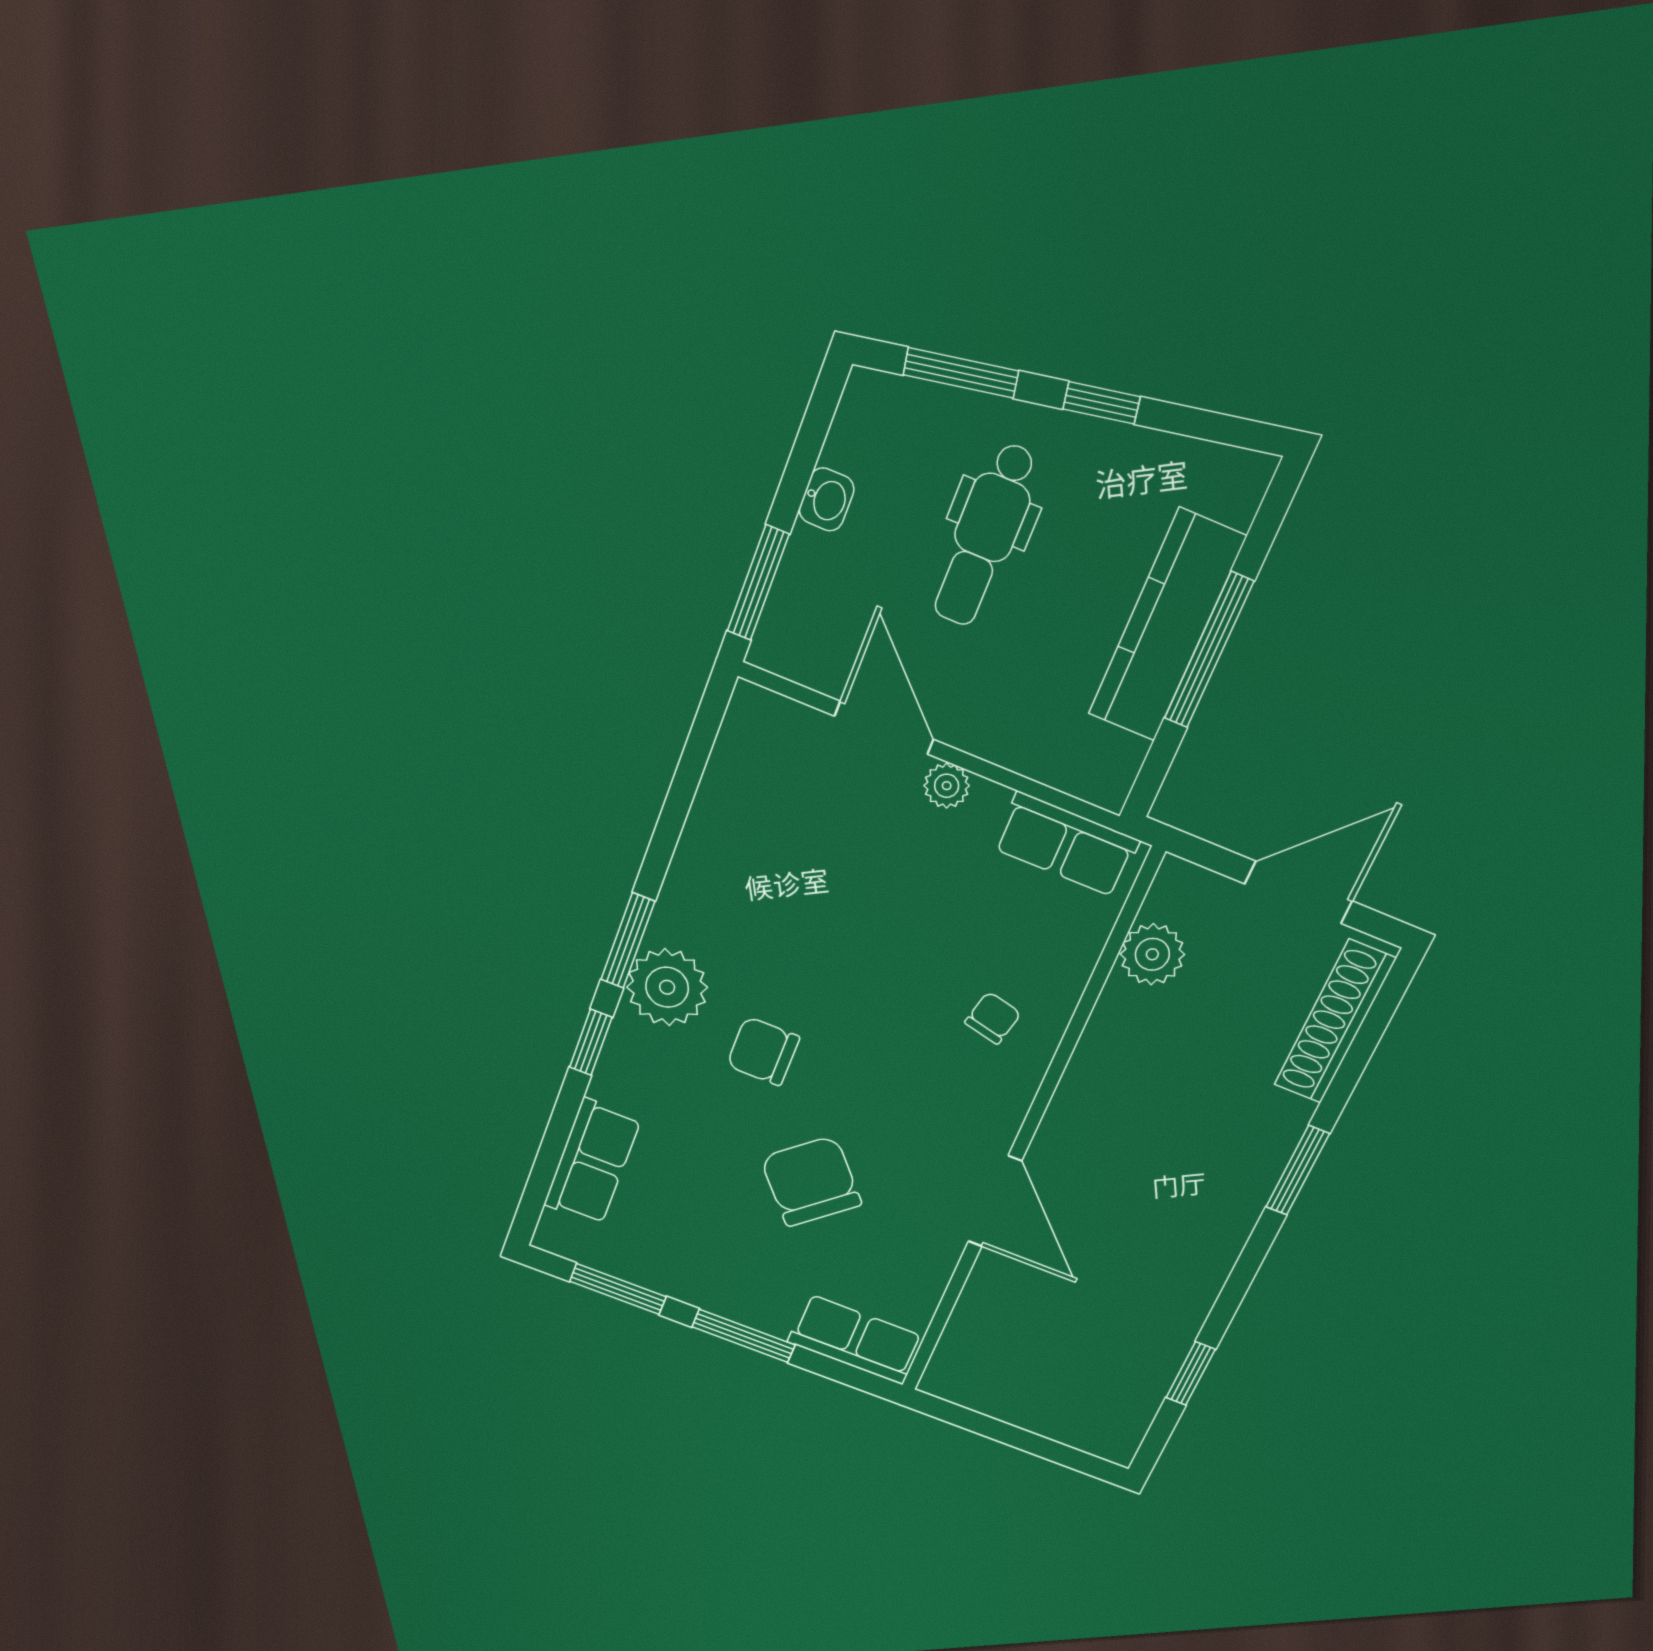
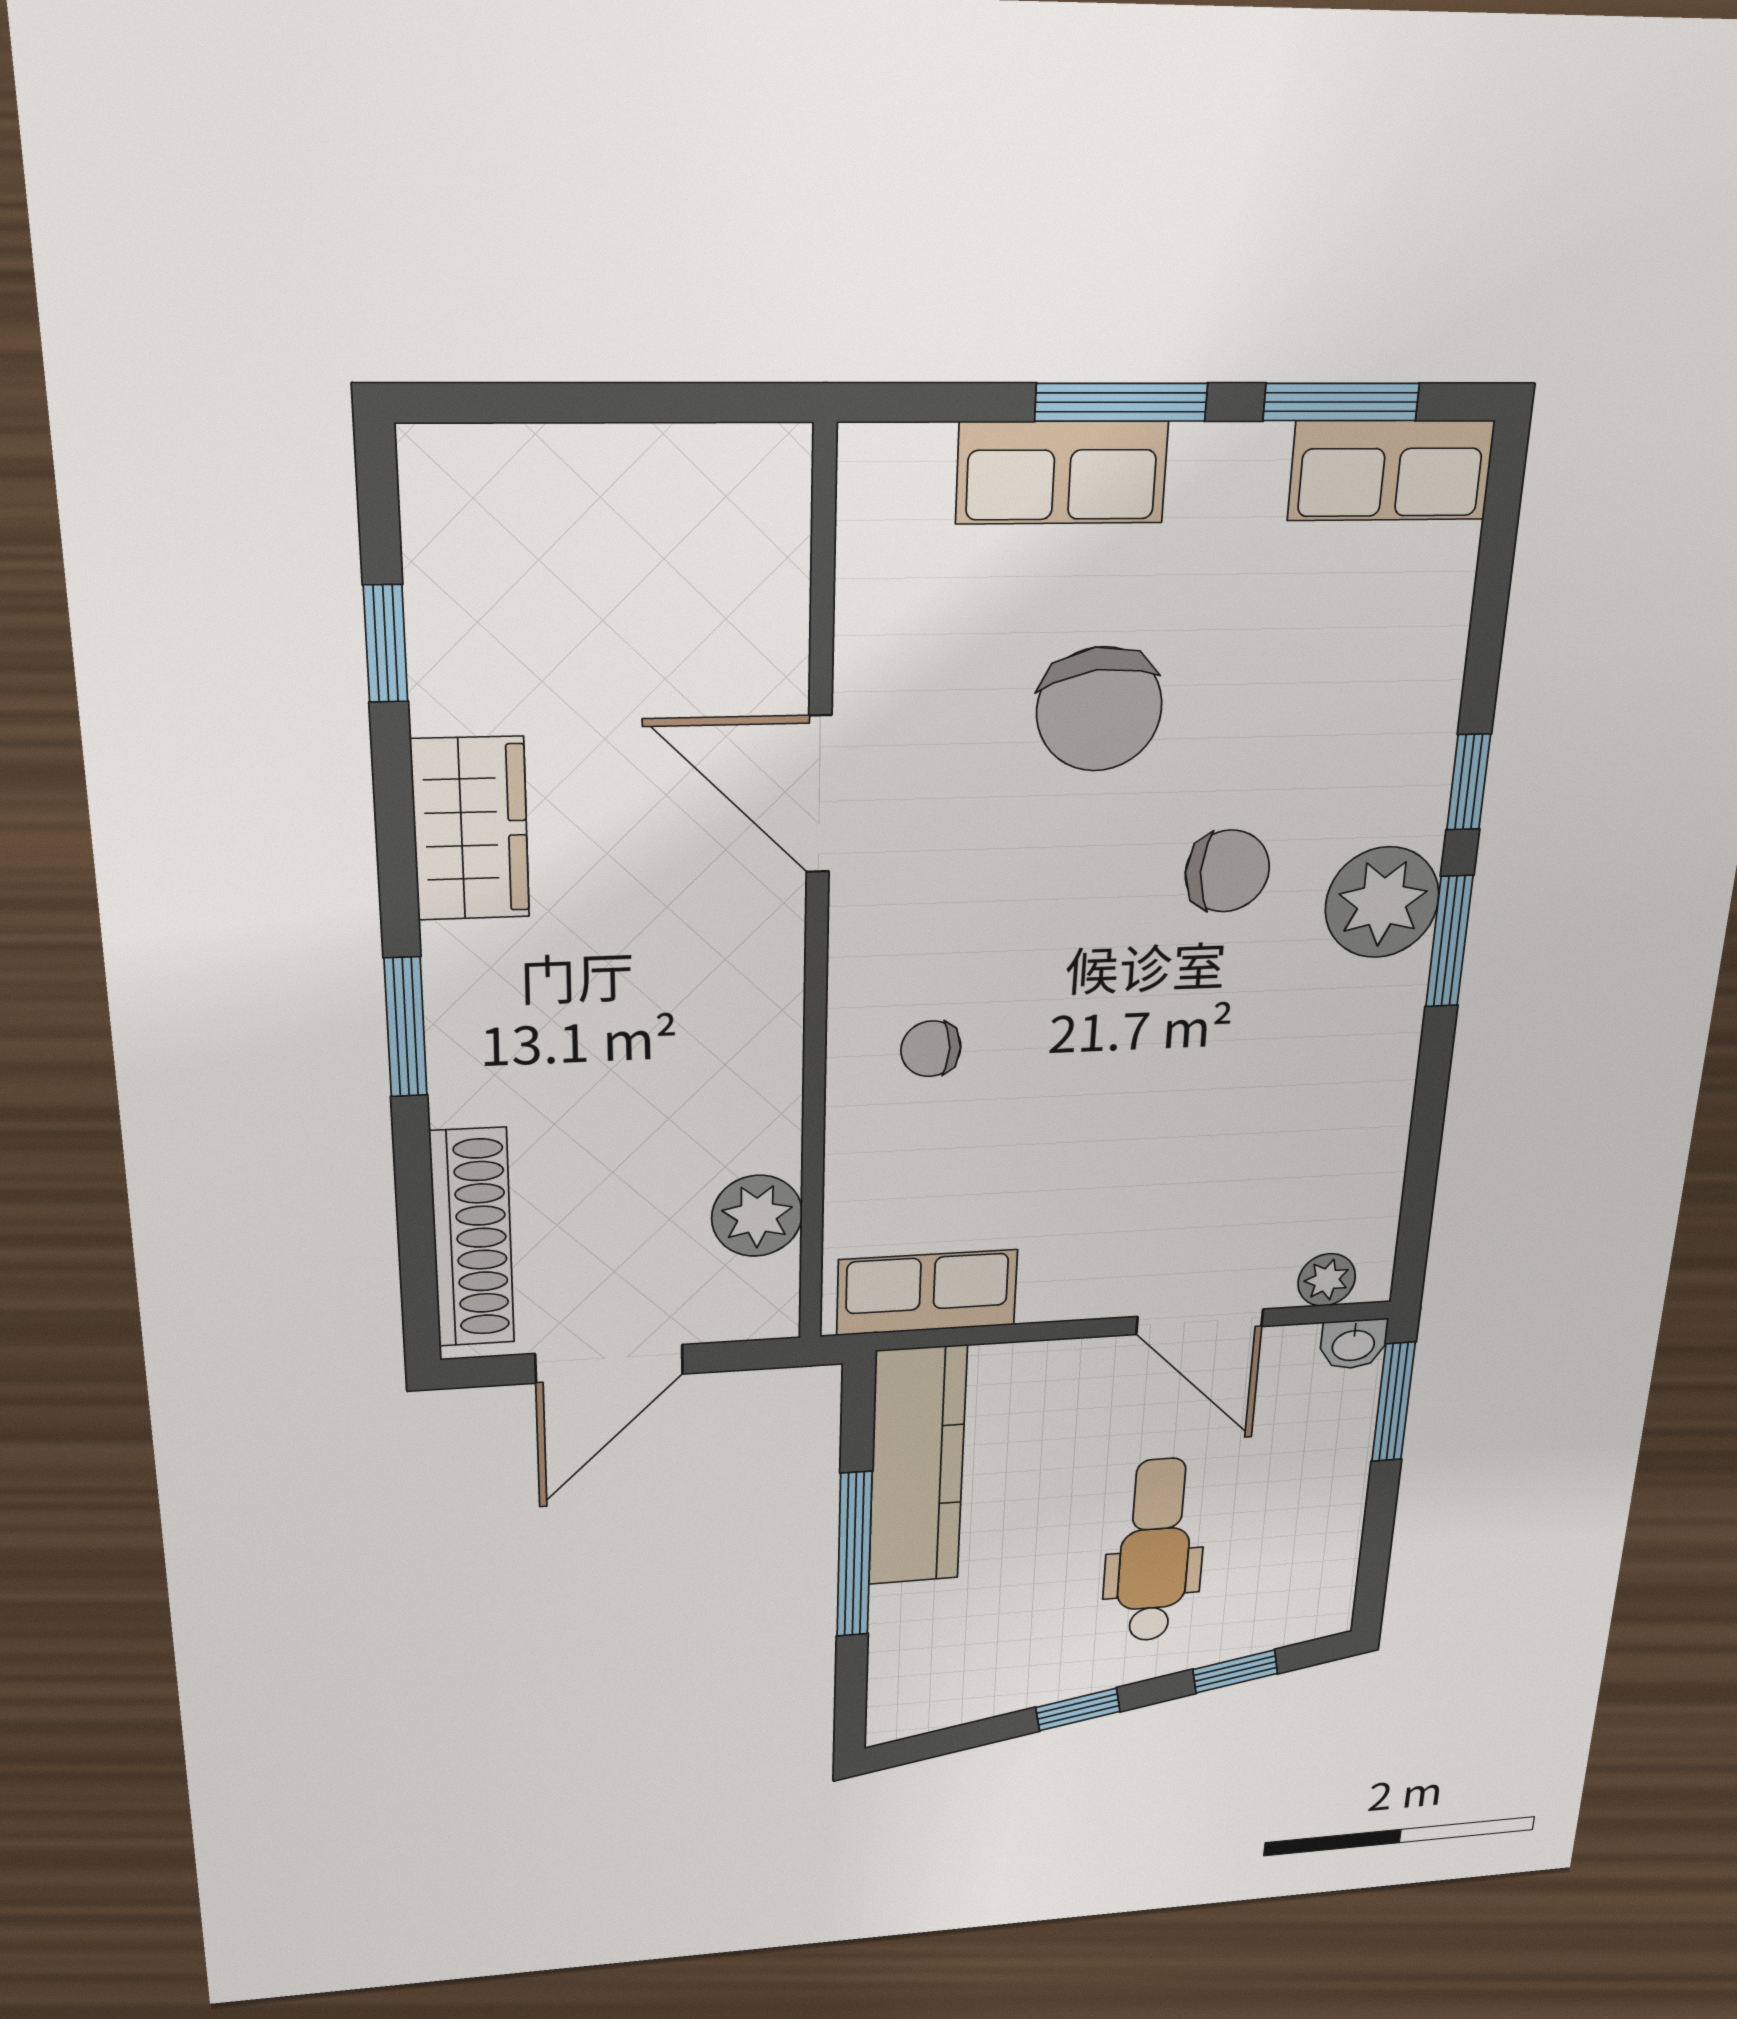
window: (961, 373) -> (1235, 1671), width x0.67
washbasin: (827, 499) -> (1353, 1344), moved, turned -90
kitchen counter: (1166, 626) -> (917, 1466), moved
plant: (947, 786) -> (1327, 1280), moved
chair: (993, 1018) -> (931, 1049), turned 77
row of seats: (592, 1162) -> (1391, 470), moved, turned -90
chair: (811, 1181) -> (1099, 709), turned 34
wardrobe: (1199, 1264) -> (470, 829), added
row of seats: (856, 1339) -> (1062, 473), moved

